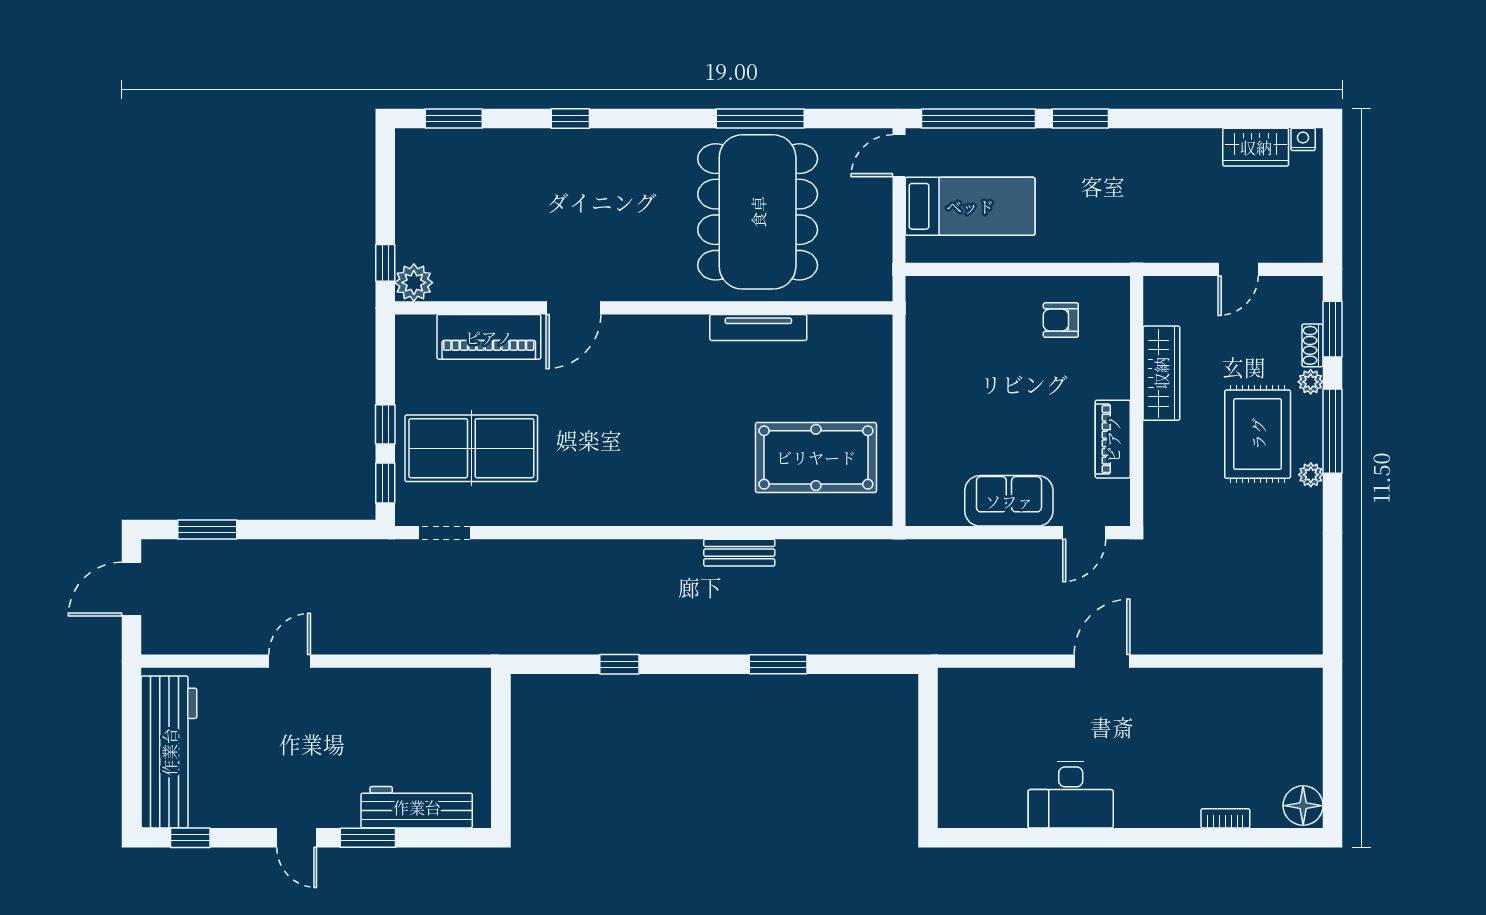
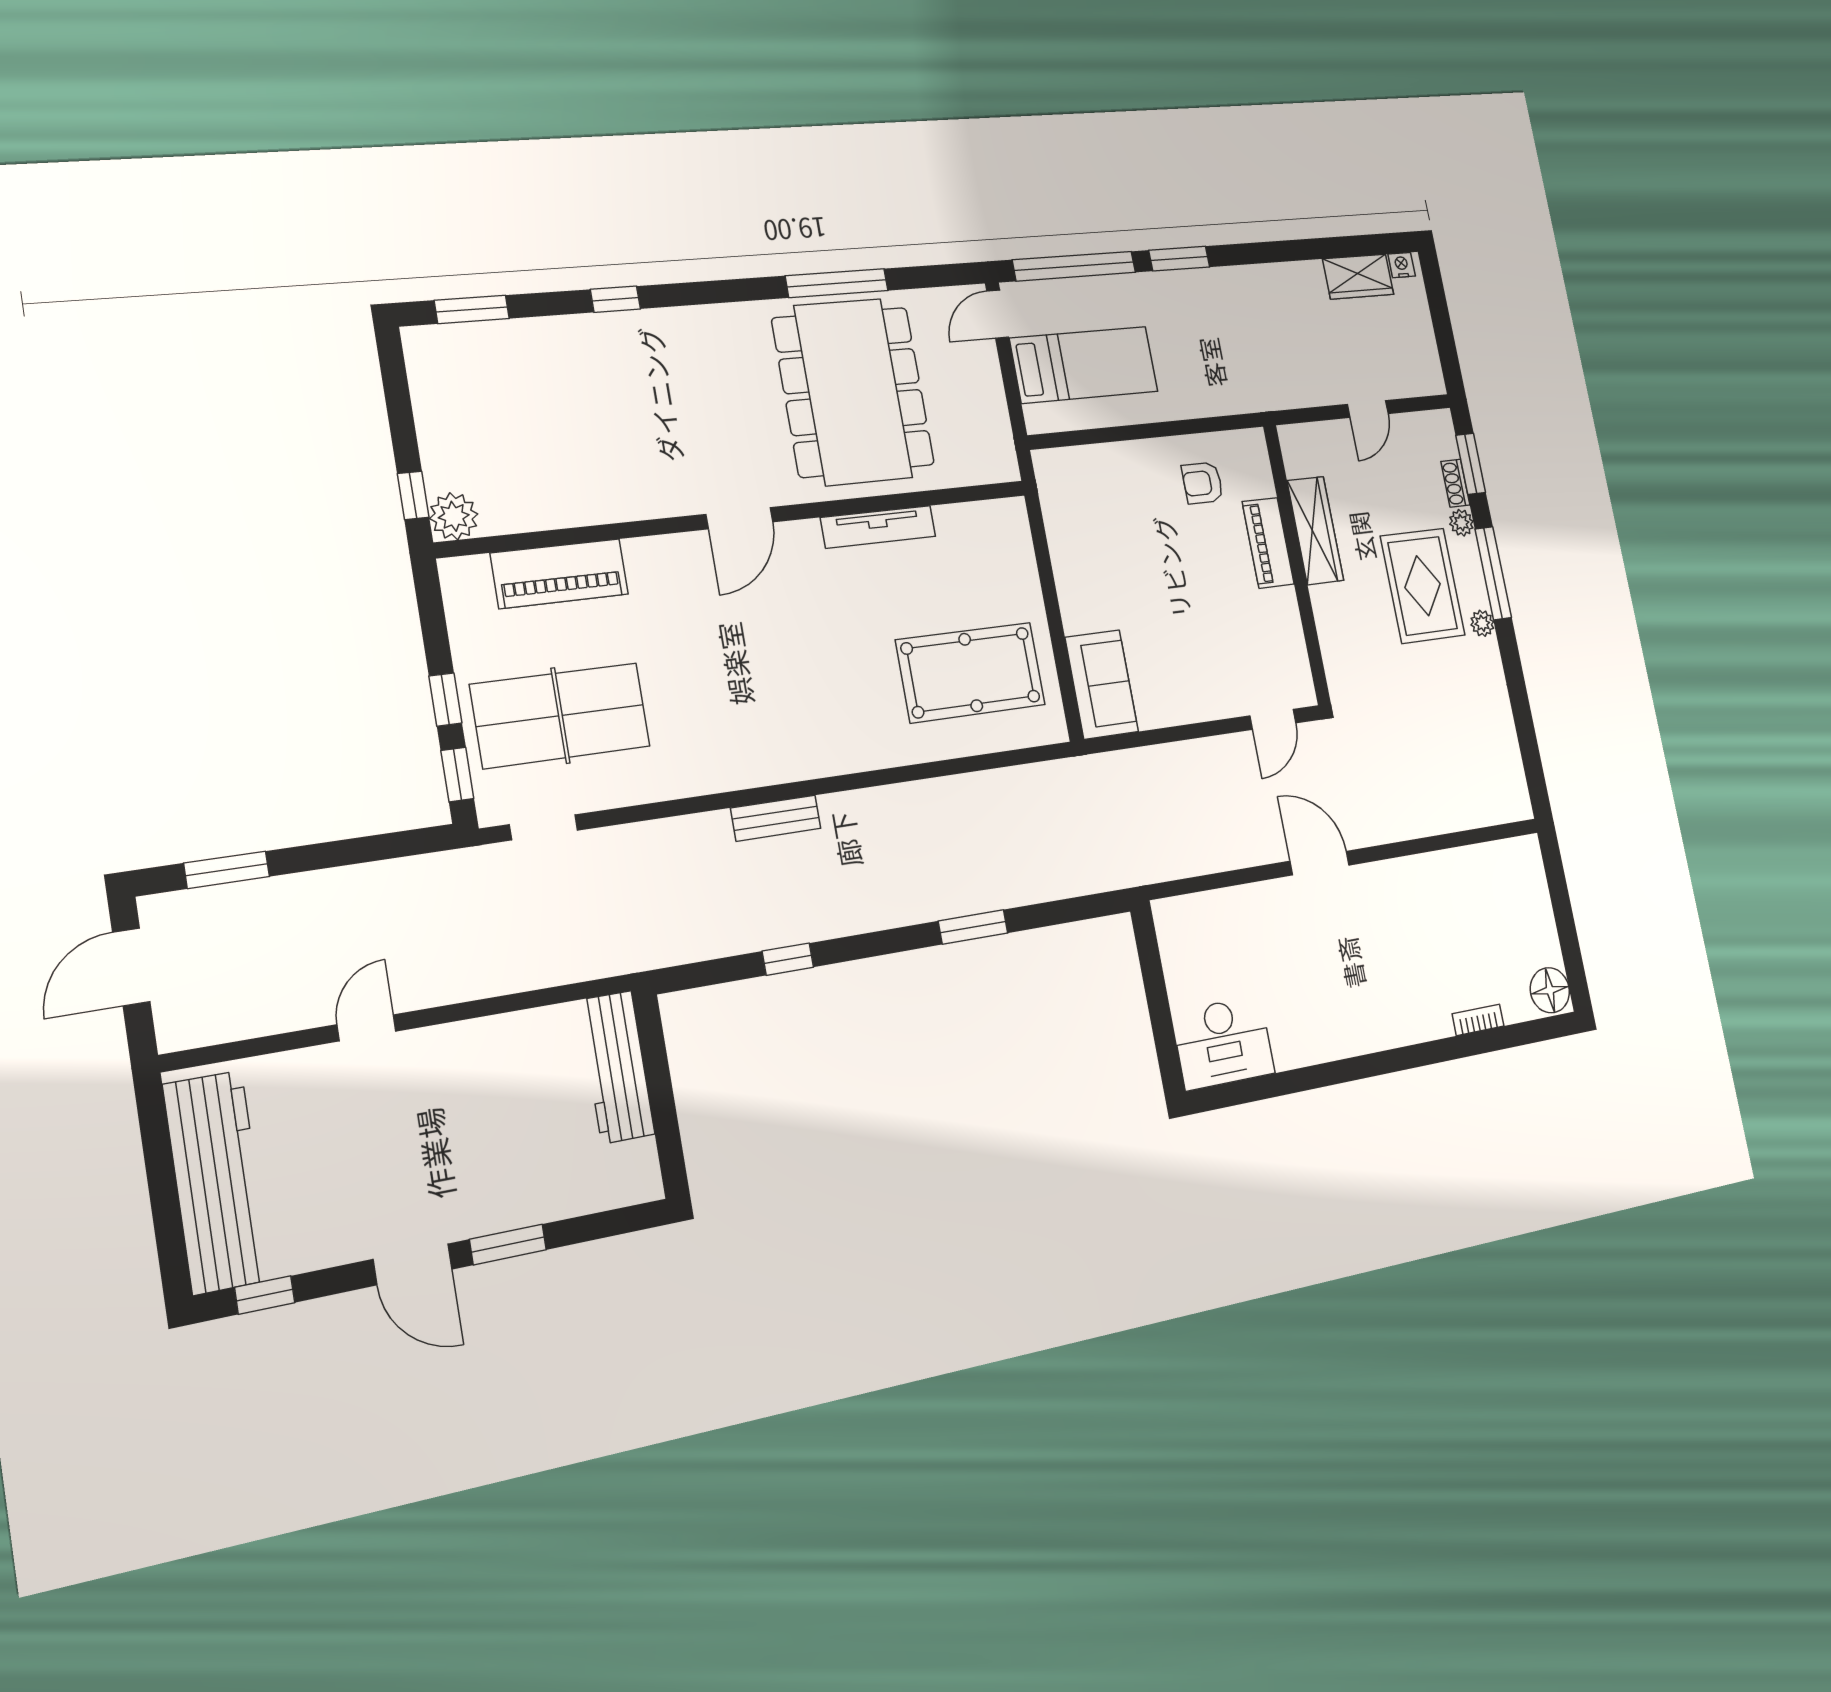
door: (574, 308) -> (739, 518), moved
piano: (1113, 439) -> (1268, 543), moved
sofa: (1009, 501) -> (1102, 684), moved, turned 90
bench: (739, 553) -> (776, 818), moved
door: (1102, 661) -> (1320, 863), hinge flipped
desk: (1071, 795) -> (1223, 1043), moved
workbench: (417, 807) -> (617, 1067), moved, turned -90
door: (297, 838) -> (413, 1264), width x1.38

